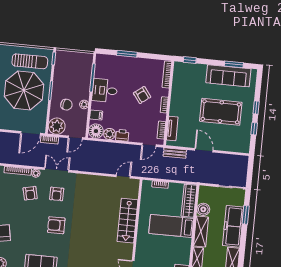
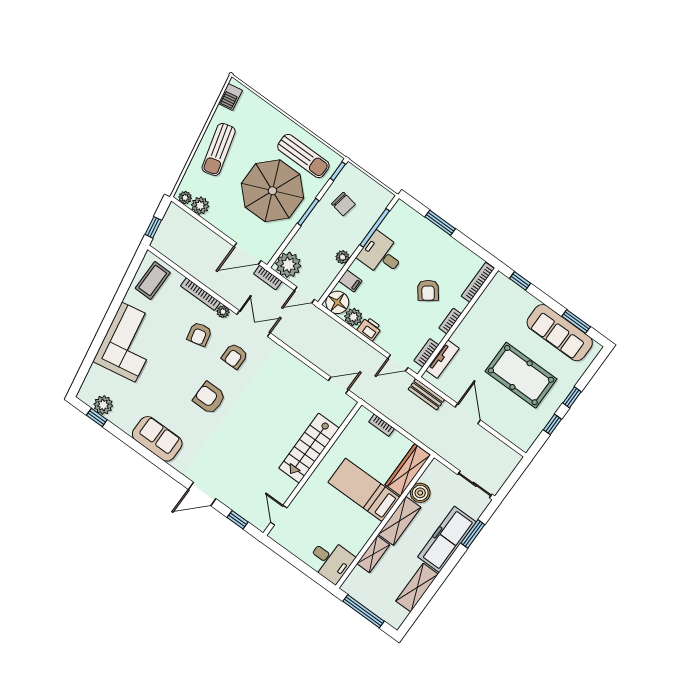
chair: (66, 105) -> (343, 204), moved

